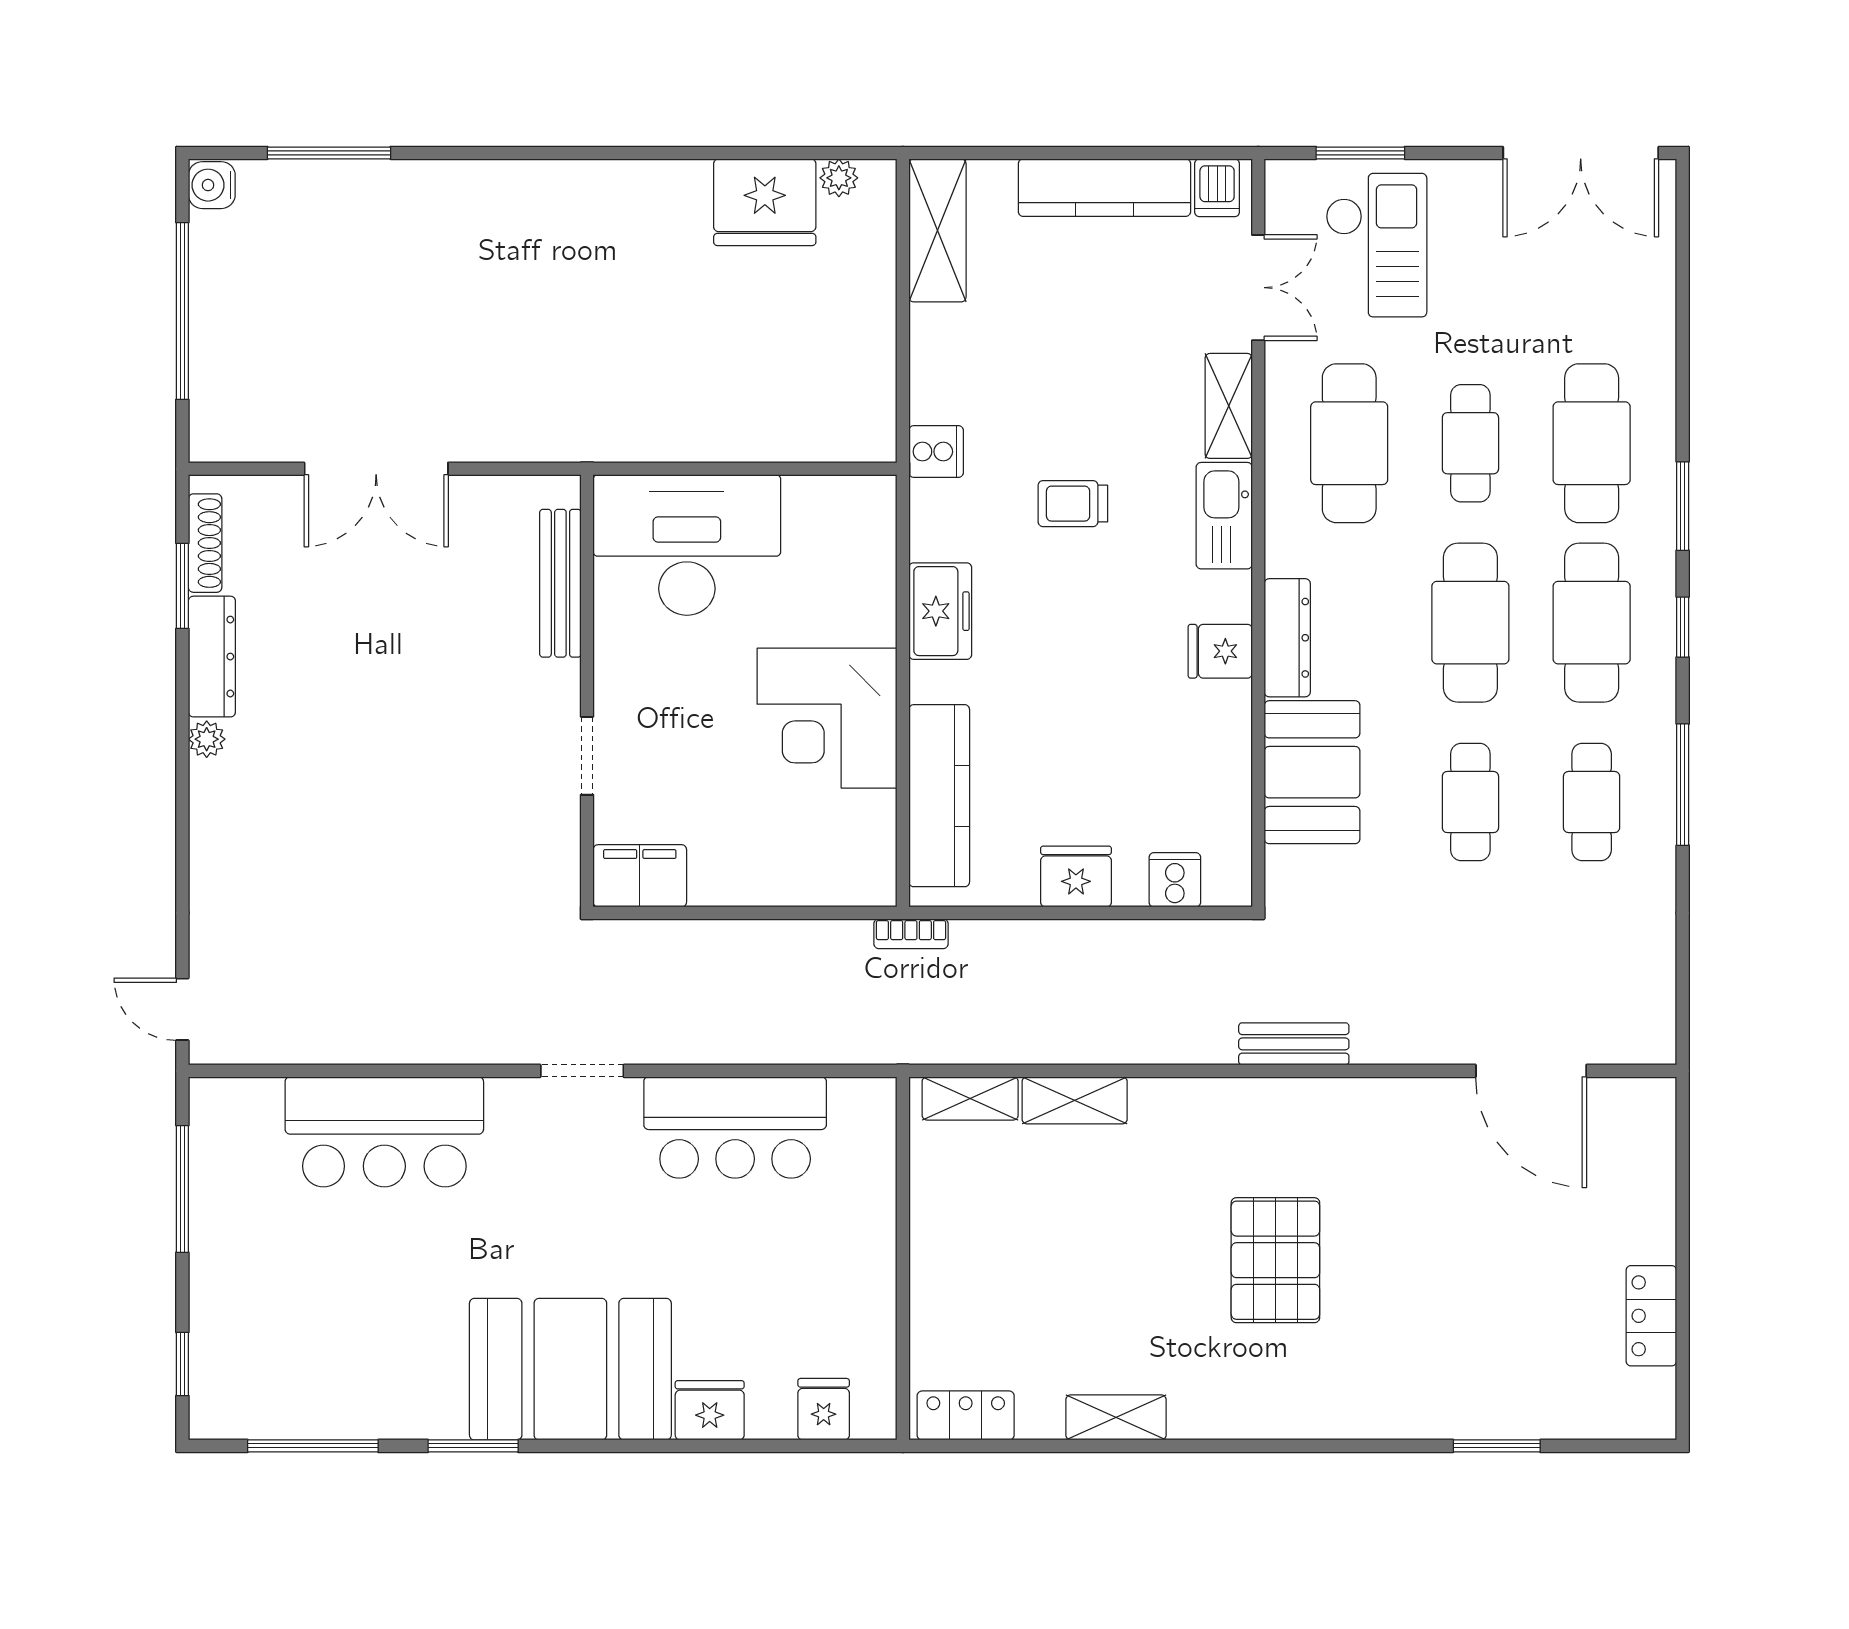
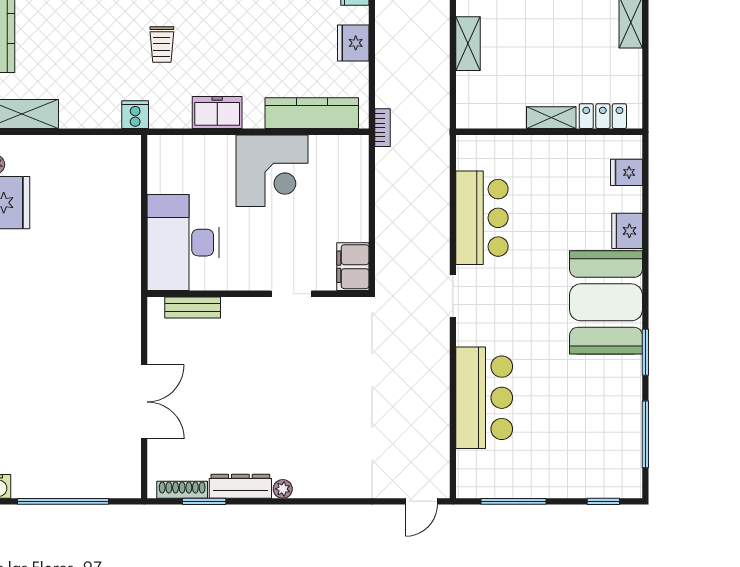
bench: (560, 583) -> (193, 307), width x0.73
shelving: (970, 1098) -> (551, 118), moved, turned 90
locker: (966, 1415) -> (603, 116), moved, turned 90

